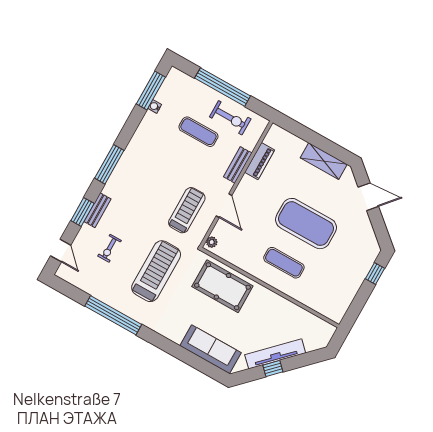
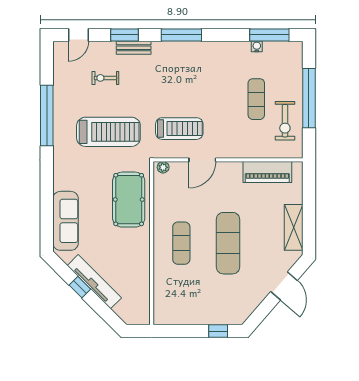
piano: (260, 161) -> (267, 172), width x1.37, depth x1.33
bench: (238, 165) -> (246, 151), removed
exercise mat: (306, 224) -> (228, 243), width x0.68

